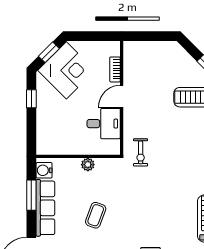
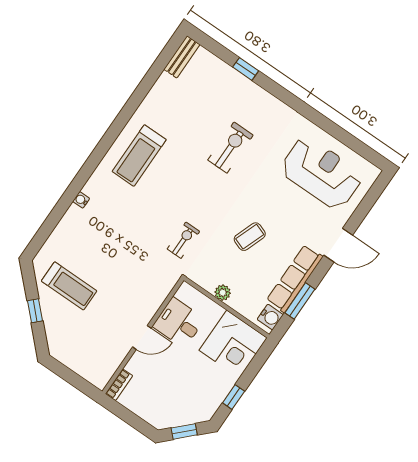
bookcase: (115, 69) -> (119, 385), moved
corner desk: (66, 70) -> (233, 344), moved, turned -135
exercise bike: (141, 152) -> (183, 240), moved

